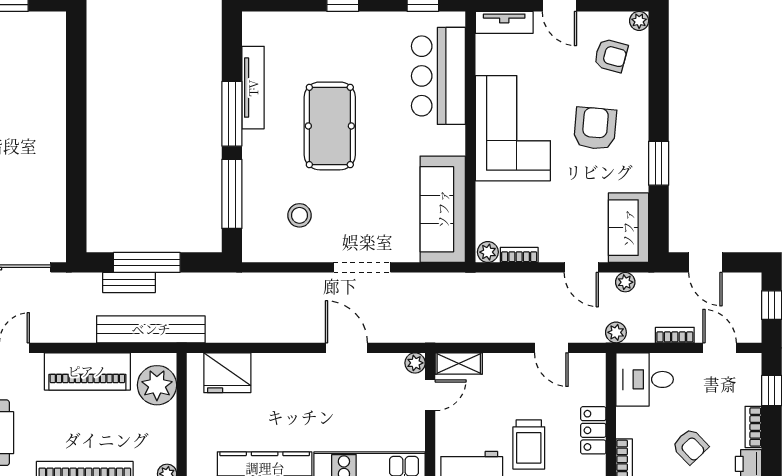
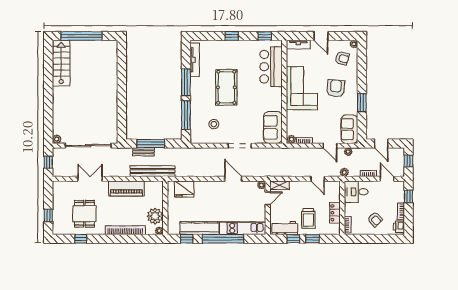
tv unit: (253, 88) -> (195, 60), moved
sofa: (443, 209) -> (273, 127), width x0.73
plant: (157, 385) -> (155, 216), moved

